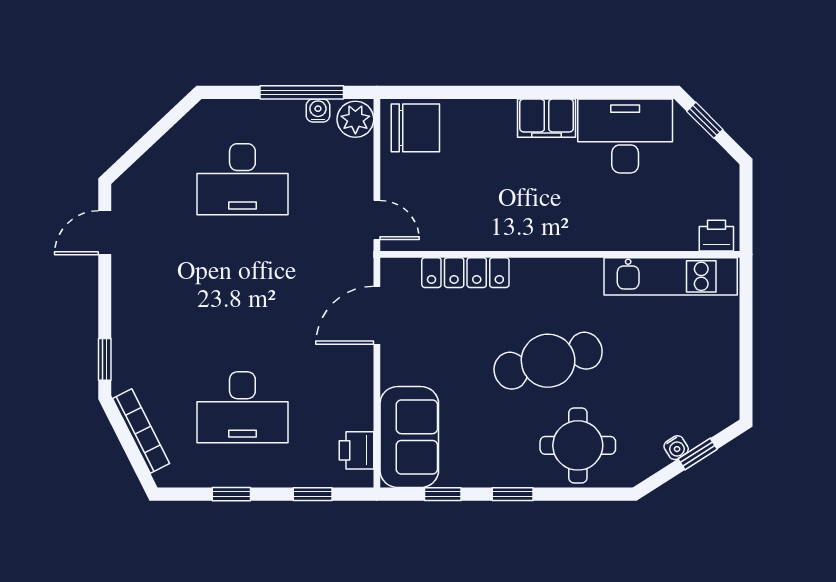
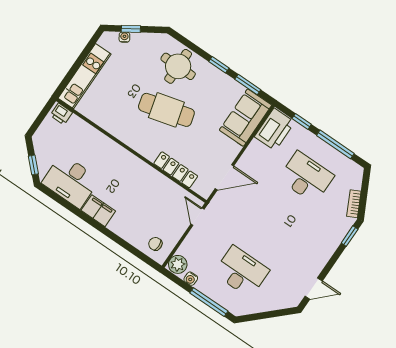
window: (302, 92) -> (209, 302), moved
chair: (415, 128) -> (155, 244), width x0.54, depth x0.54
kitchen unit: (671, 276) -> (85, 76), moved, turned 90
bookcase: (141, 431) -> (354, 204), width x0.64
water cooler: (676, 448) -> (124, 37), moved
printer: (356, 450) -> (275, 129), width x1.87, depth x1.48
window: (231, 494) -> (335, 144), width x2.17
window: (443, 494) -> (248, 85), width x1.50

